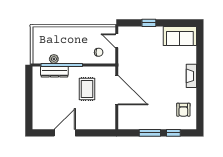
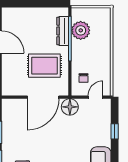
plant: (54, 59) -> (81, 30), width x1.87, depth x1.87
floor lamp: (126, 65) -> (70, 107), added
rug: (87, 89) -> (44, 66), width x1.36, depth x1.43

